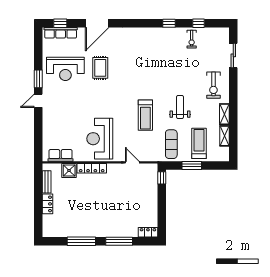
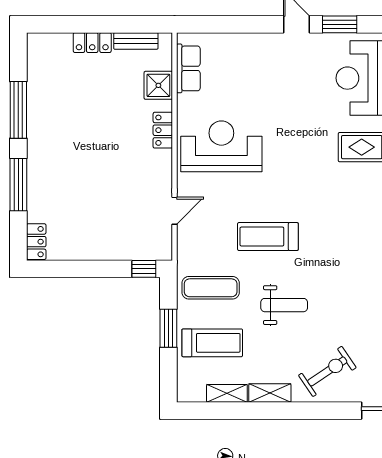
exercise bike: (213, 85) -> (327, 371), turned 146
locker: (92, 168) -> (163, 130), width x0.66

